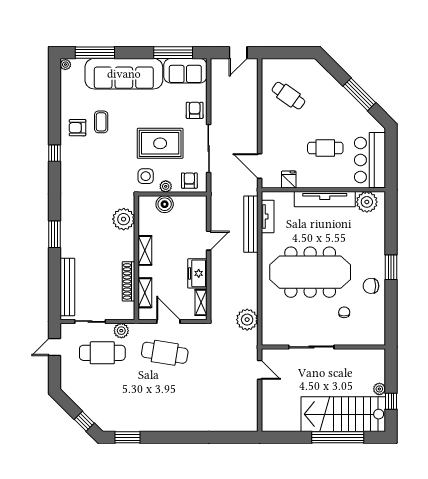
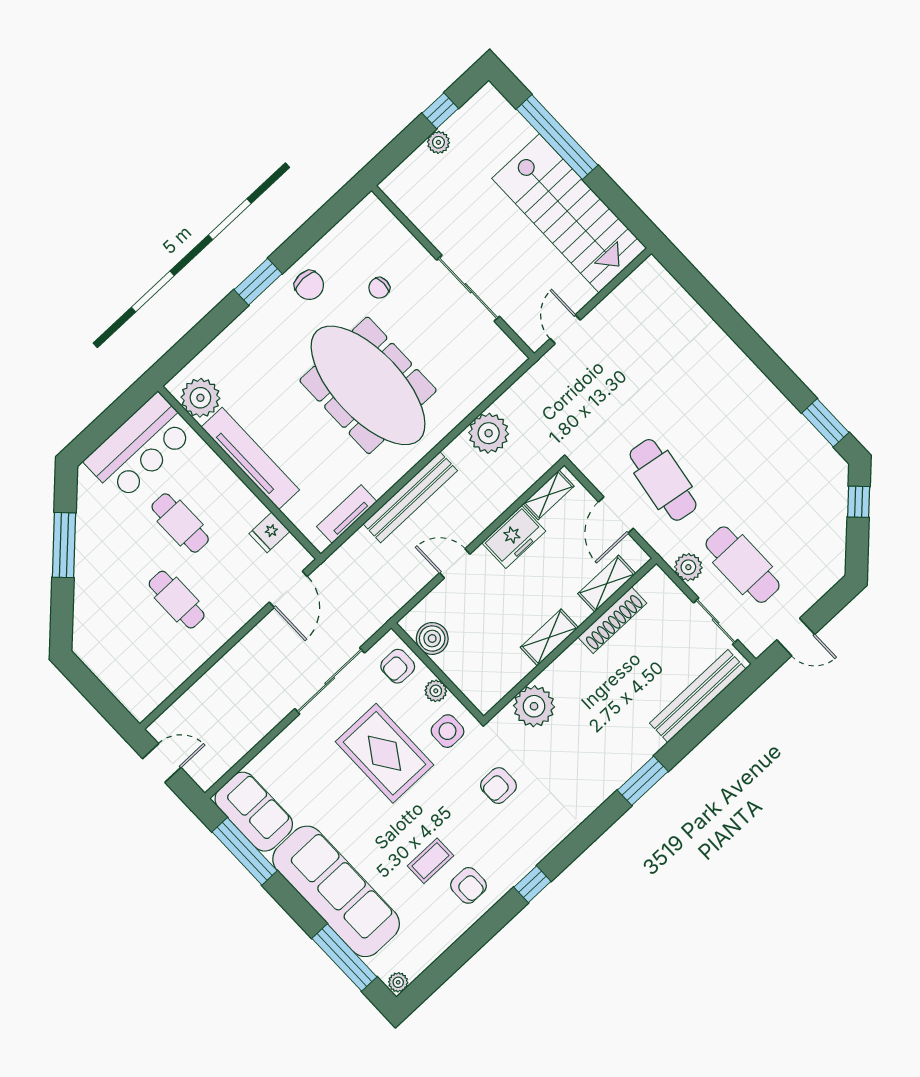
cafe table: (288, 96) -> (177, 600), moved, turned -35
armchair: (195, 110) -> (498, 786), moved
boiler: (165, 204) -> (432, 638), moved
bench: (251, 224) -> (410, 497), moved
plant: (247, 320) -> (489, 433), moved
stairs: (343, 414) -> (569, 213), moved

